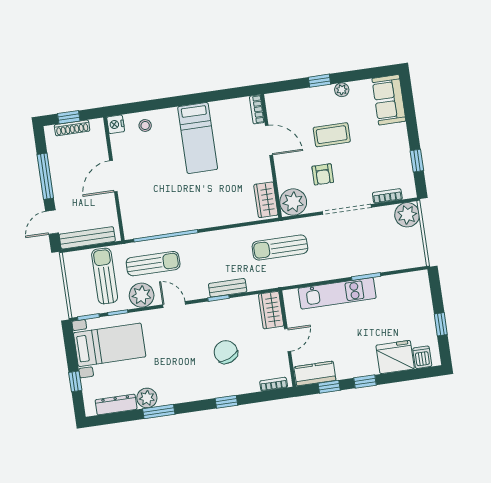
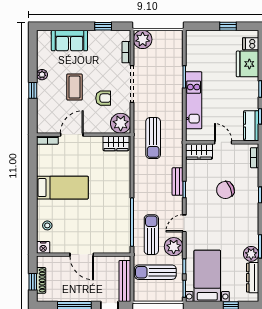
sofa: (389, 100) -> (69, 41), moved

